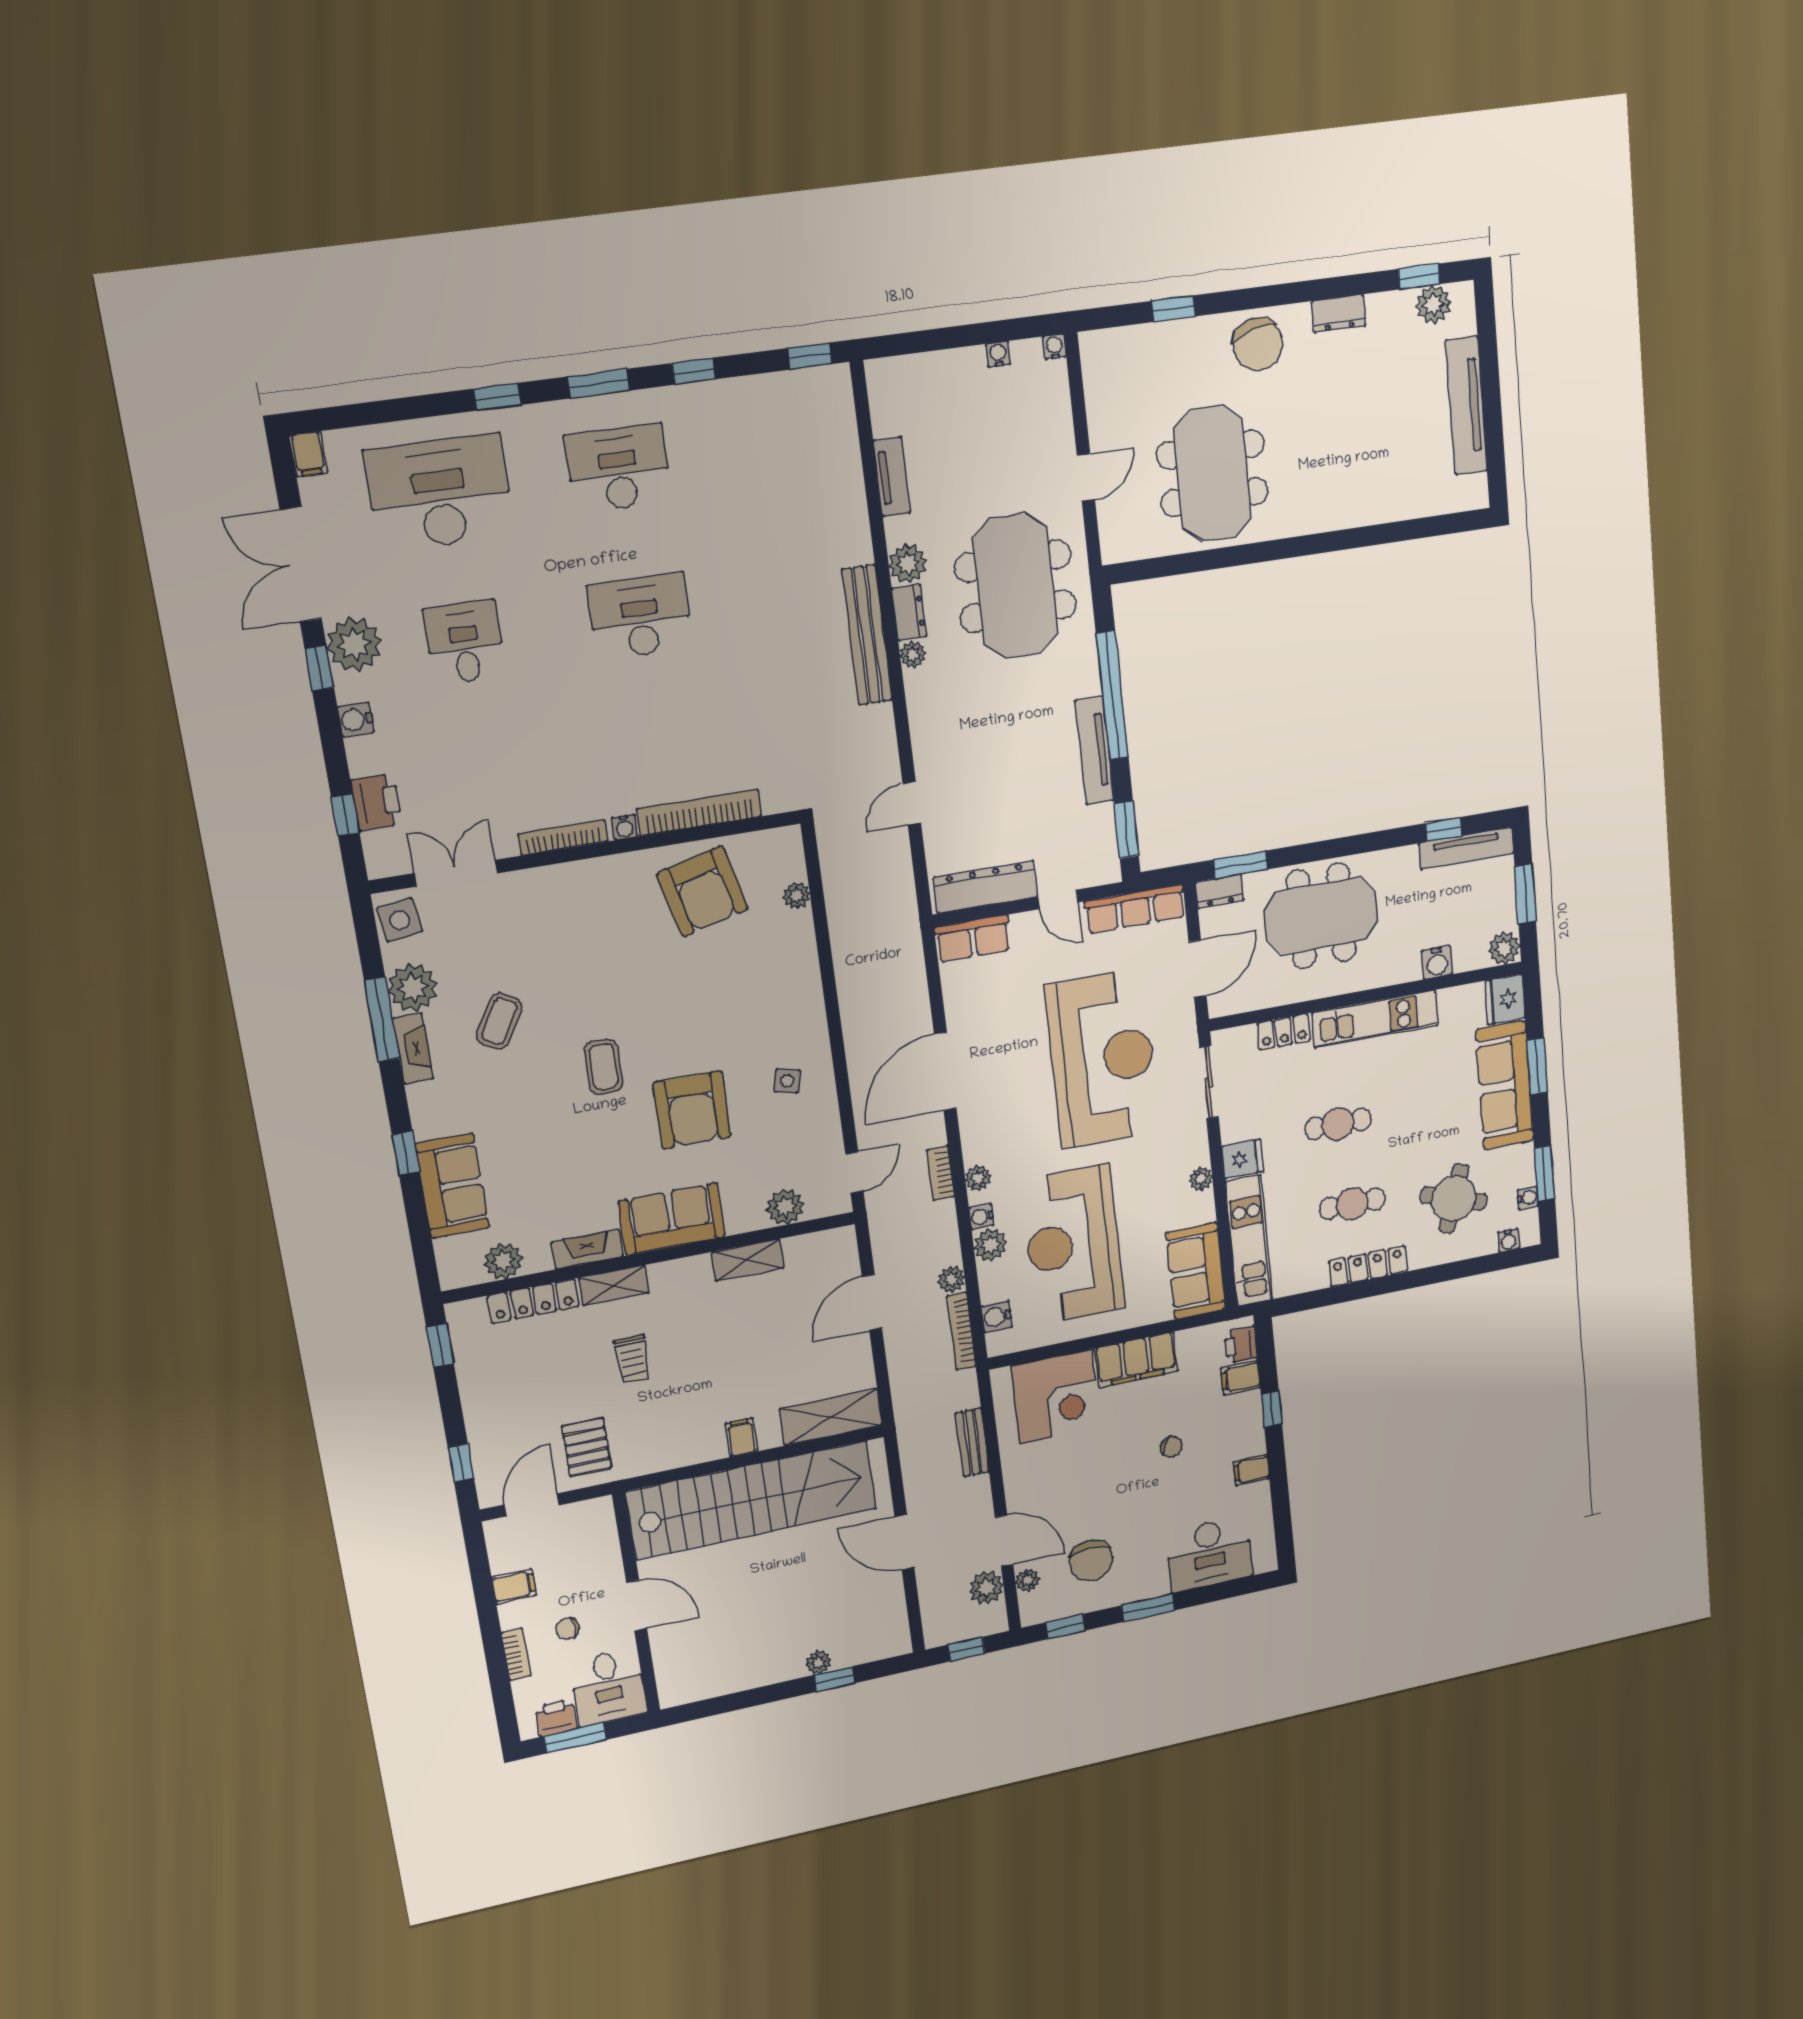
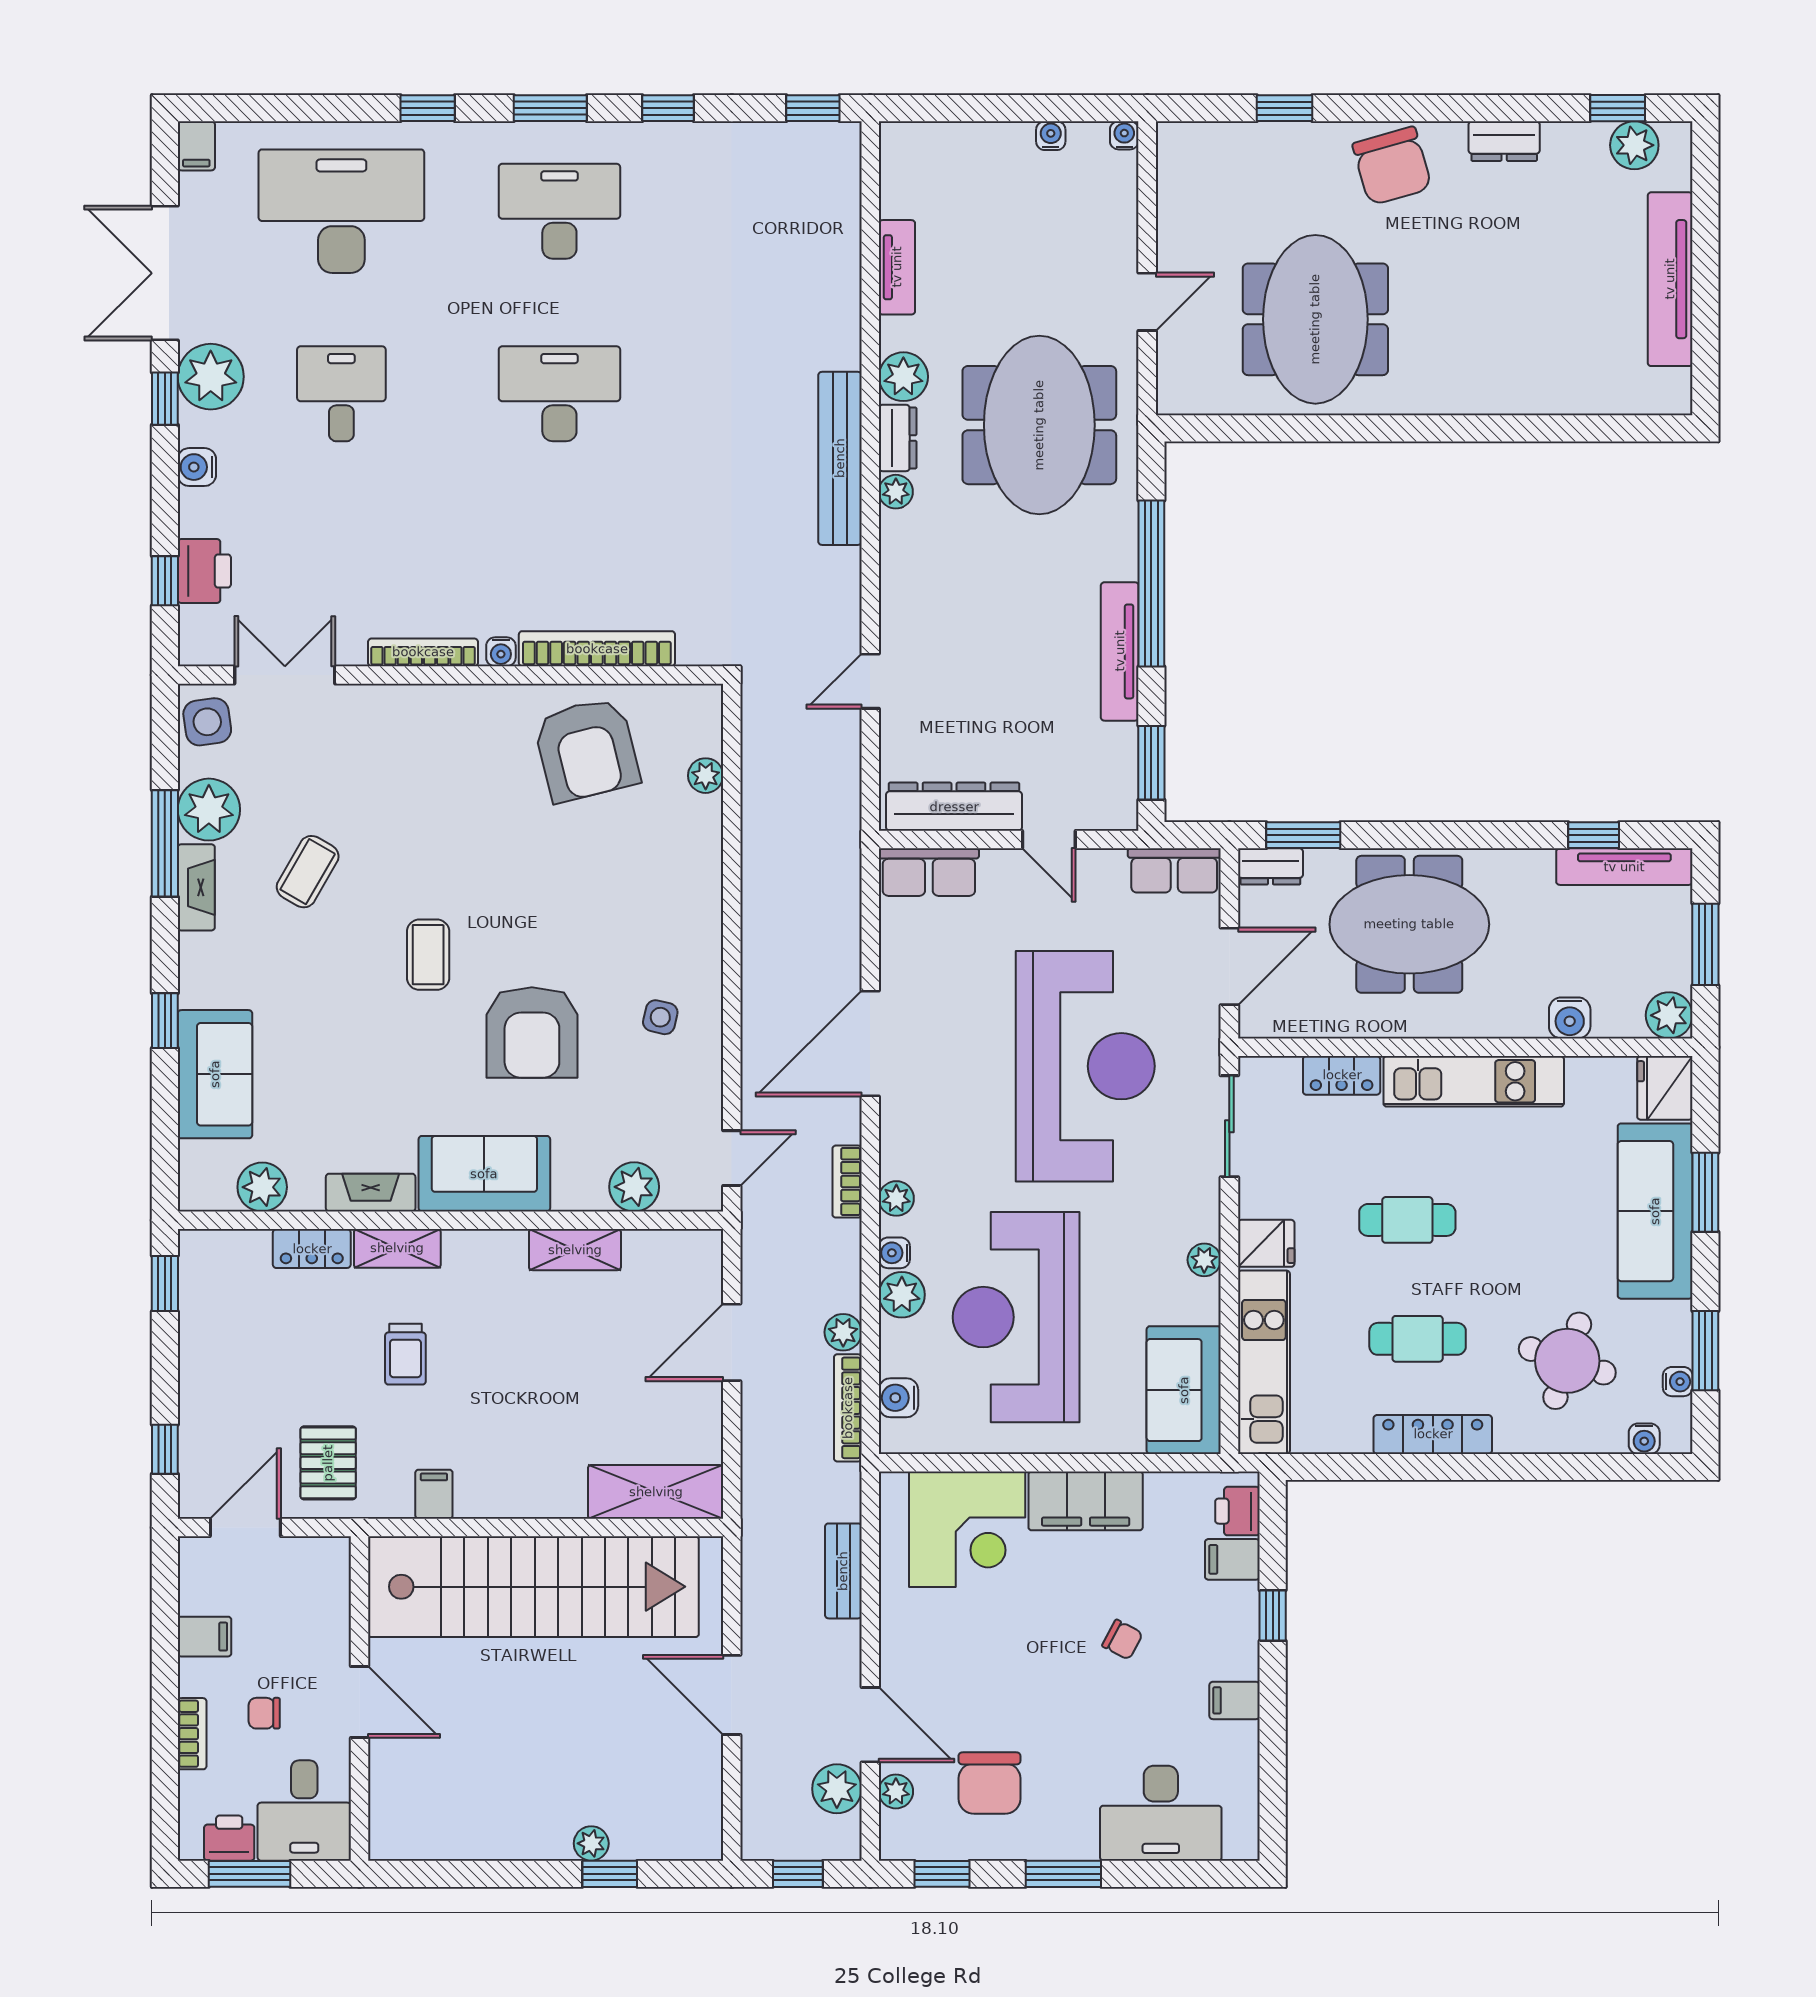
row of seats: (1135, 909) -> (1174, 870), width x0.68
locker: (533, 1301) -> (312, 1249), width x0.66
filing cabinet: (741, 1437) -> (434, 1494), moved

